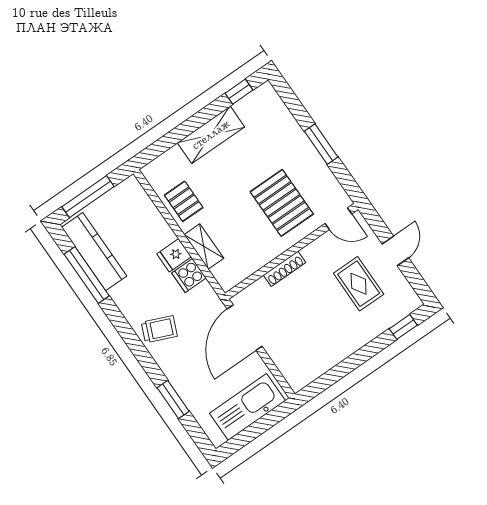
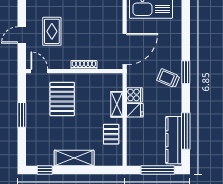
window: (173, 399) -> (186, 72), moved

